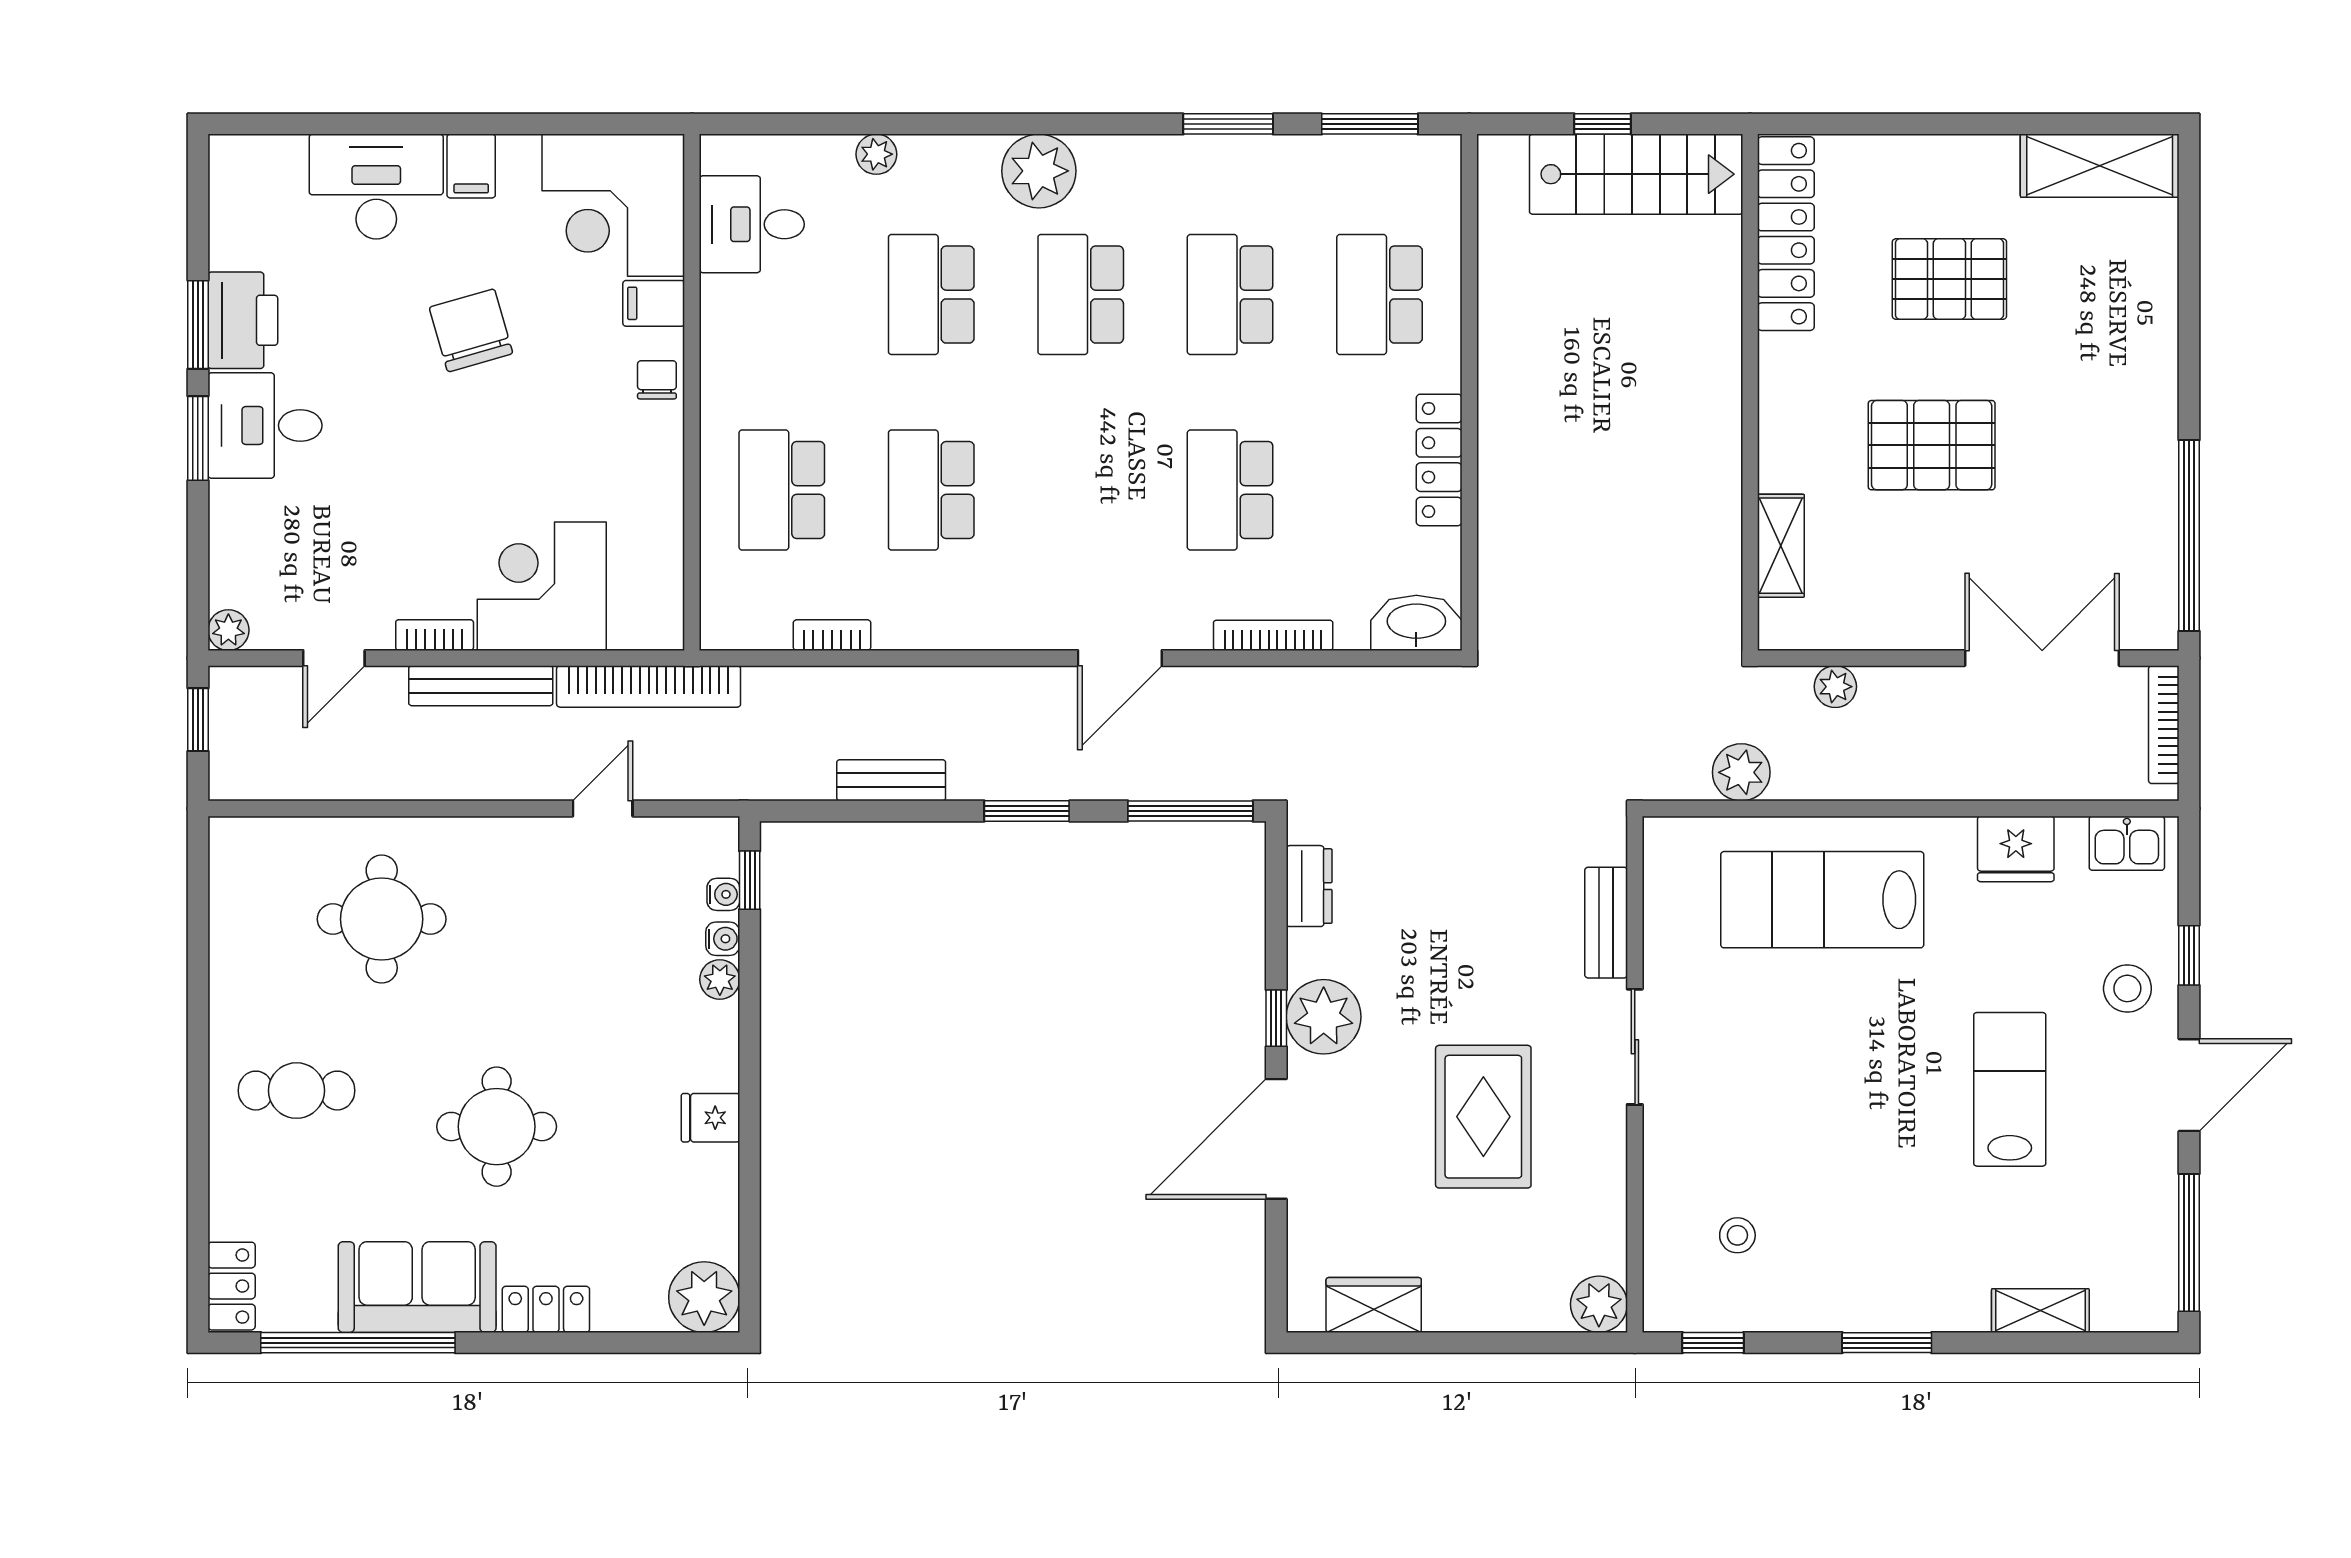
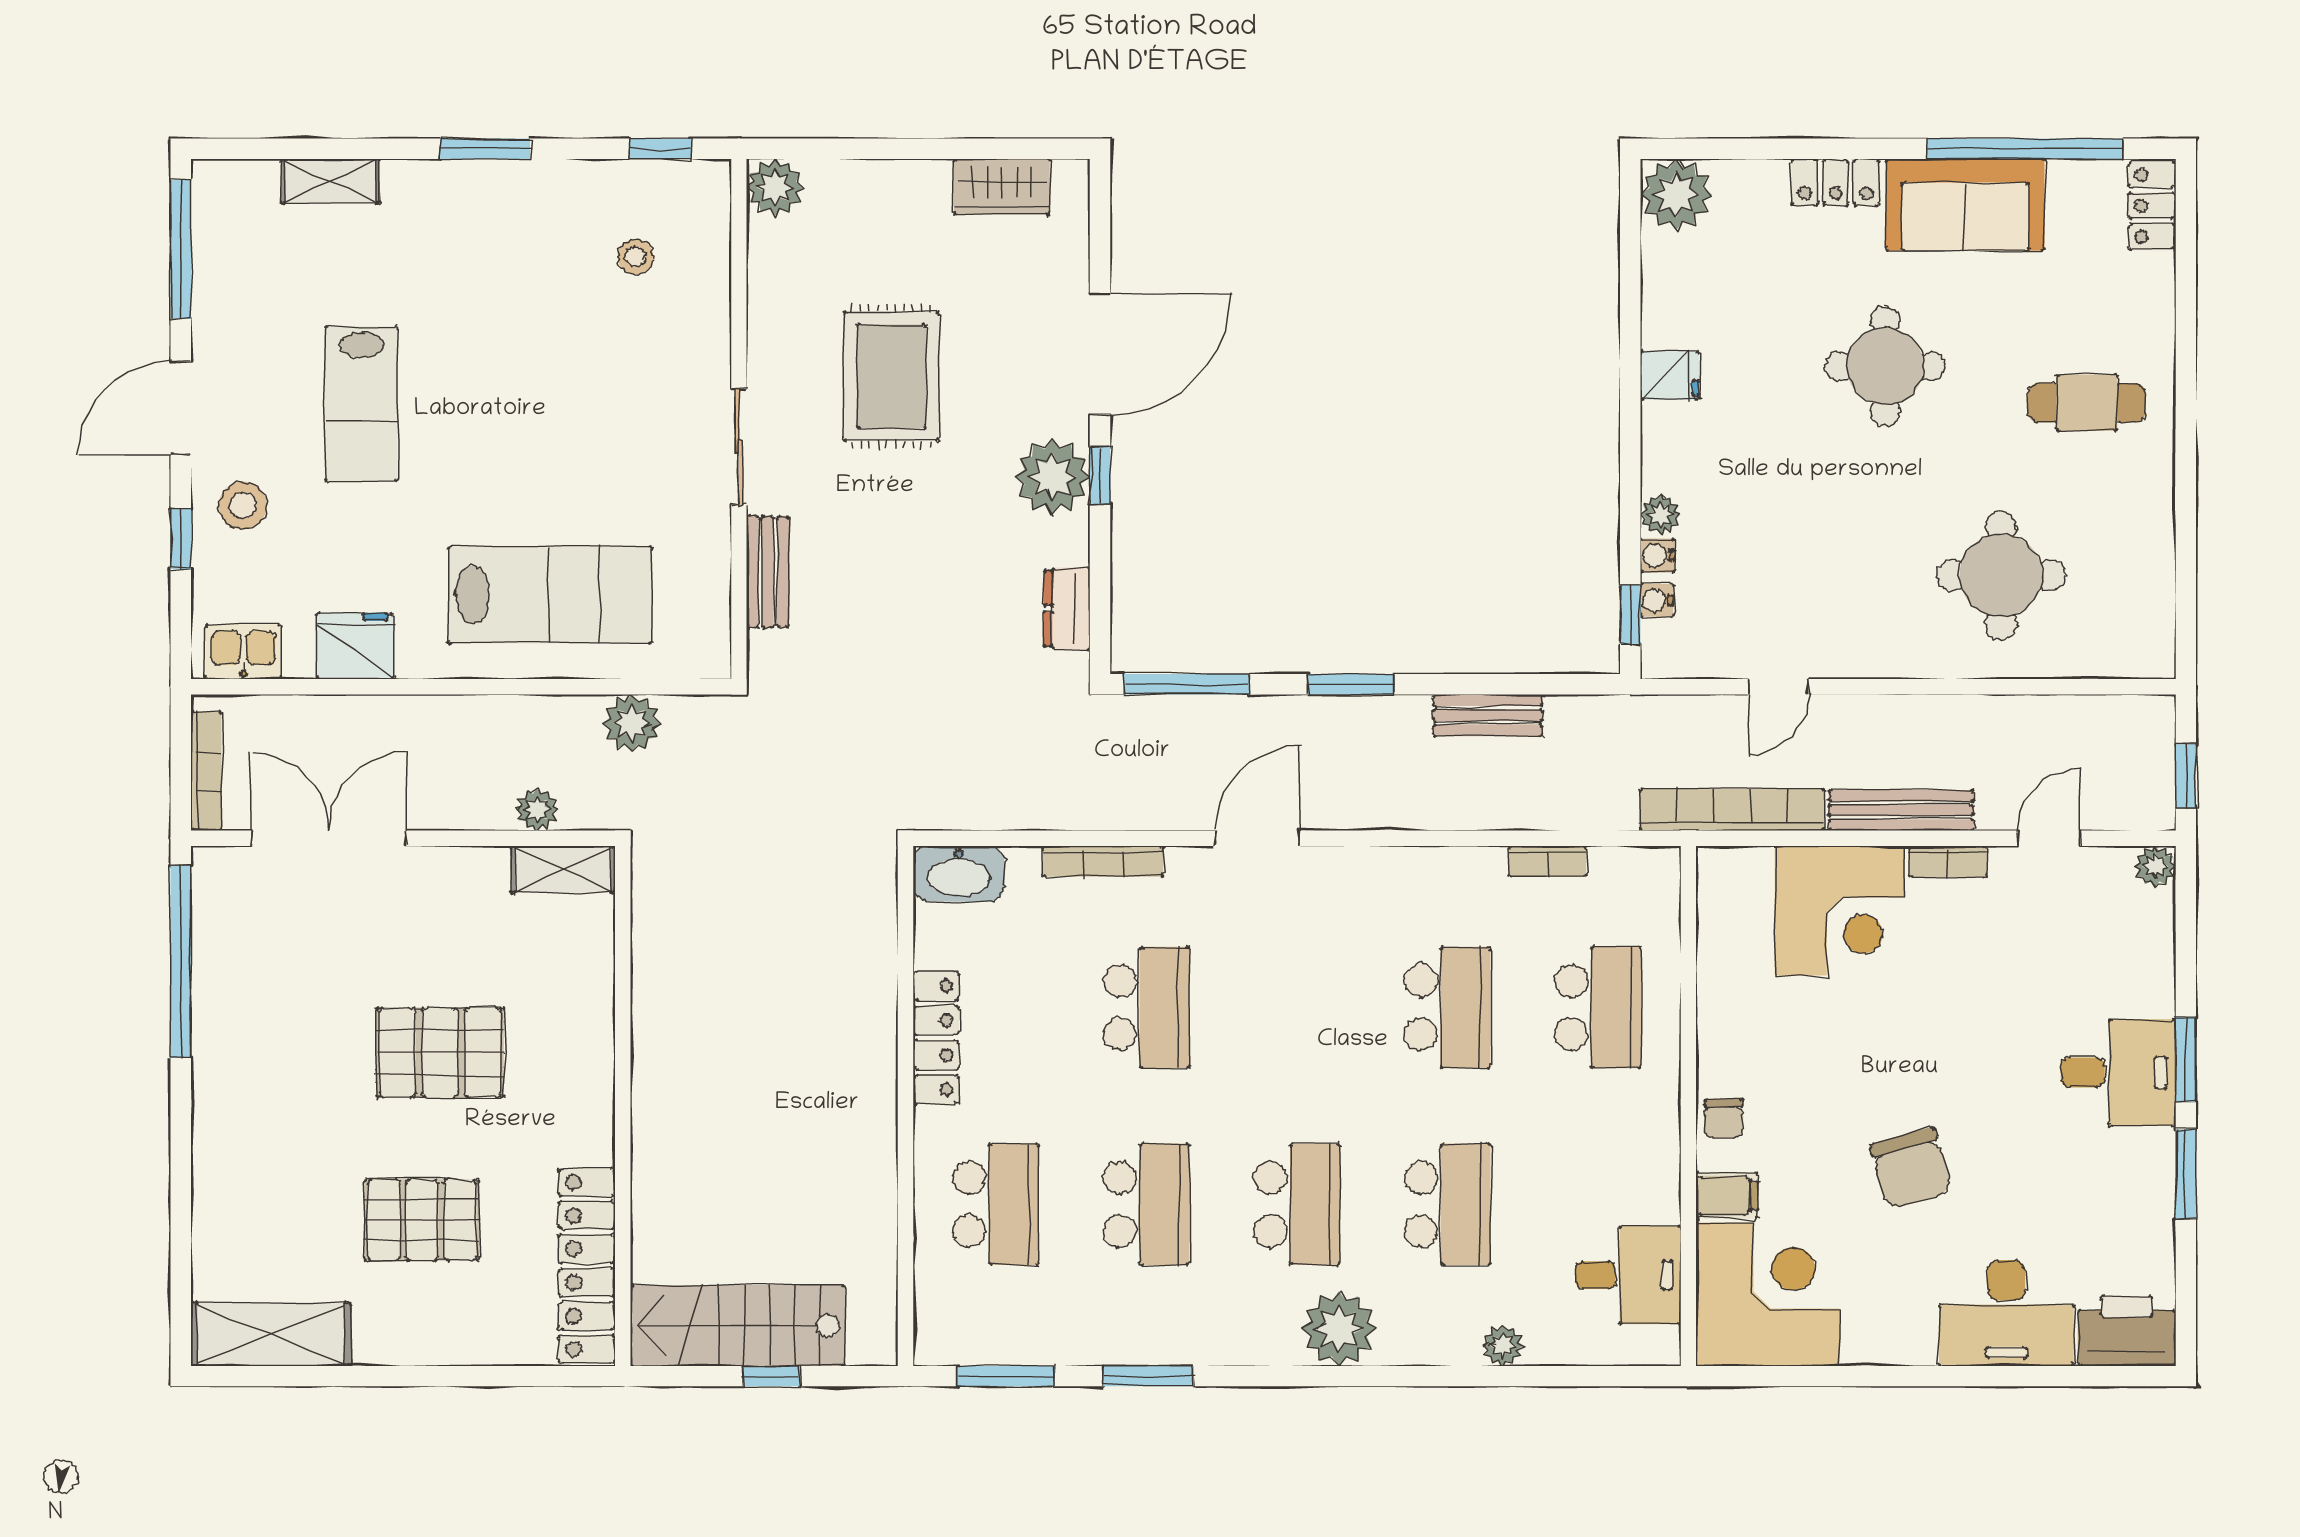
filing cabinet: (471, 166) -> (1911, 1334), removed
printer: (243, 320) -> (2126, 1331), moved, turned 90
shelving: (1781, 546) -> (563, 869), moved, turned 90
double door: (2042, 658) -> (329, 838), swing flipped

